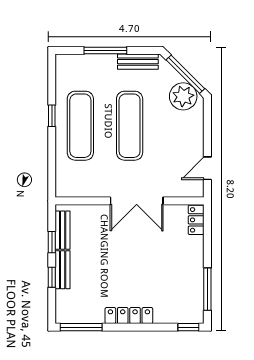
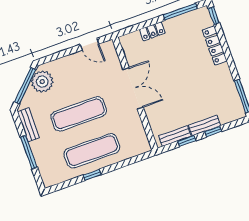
locker: (196, 220) -> (152, 31), moved
locker: (129, 316) -> (215, 45), moved

